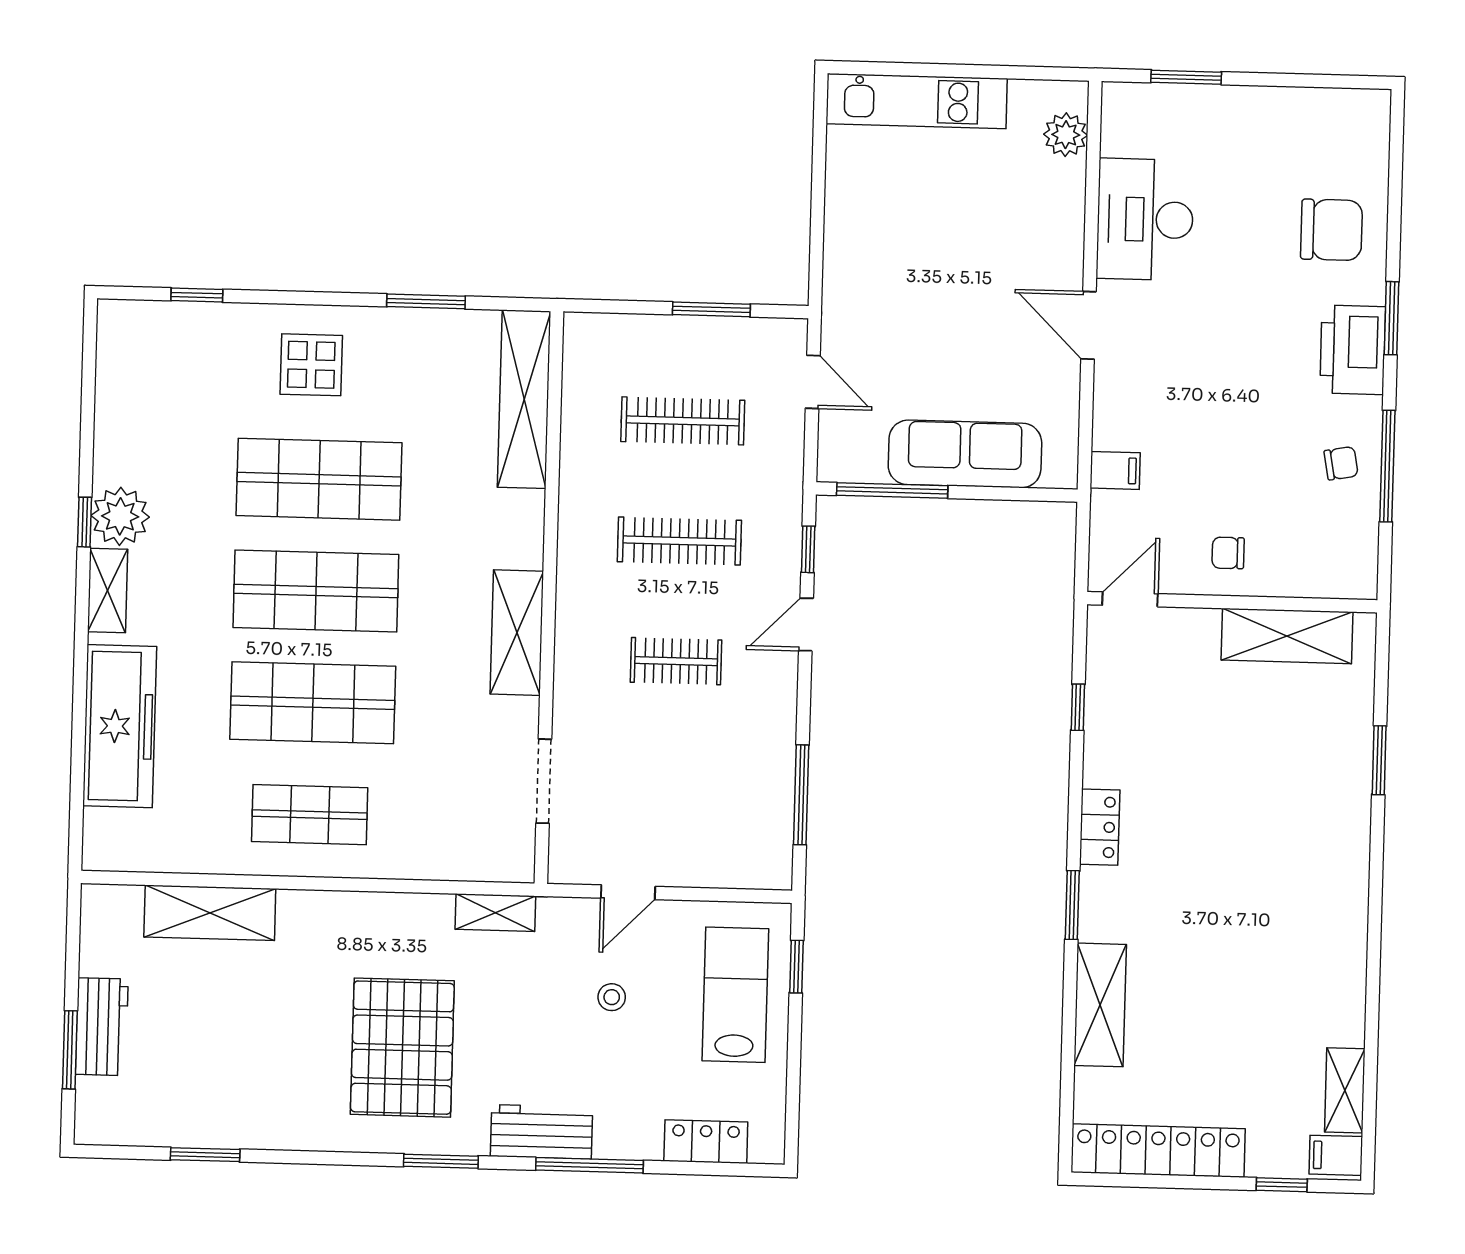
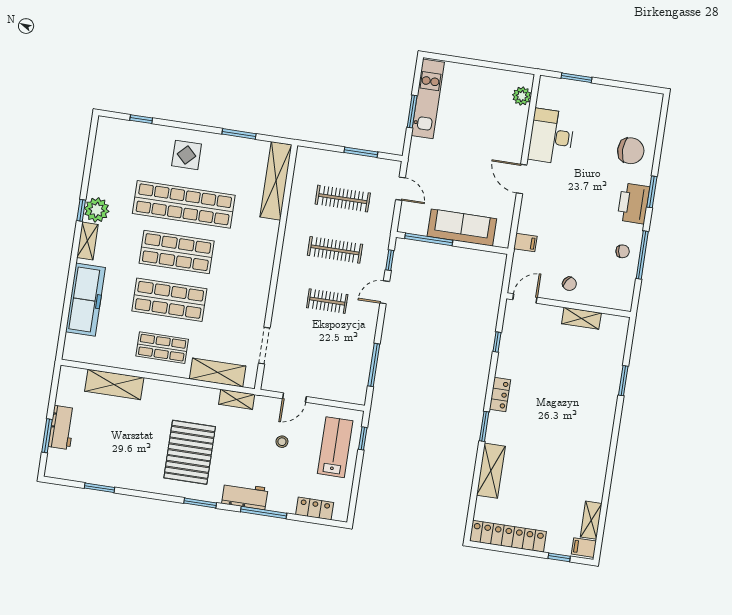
kitchen unit: (917, 101) -> (428, 99), moved, turned -90
window: (818, 201) -> (412, 112), added
shop shelf: (319, 479) -> (184, 204), width x1.40
chair: (1228, 553) -> (569, 284), turned -146
shelving: (517, 633) -> (218, 372), moved, turned 90
shelving: (1287, 636) -> (581, 318), width x0.67, depth x0.75

